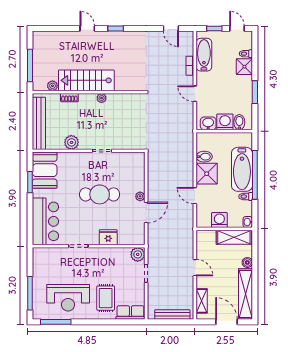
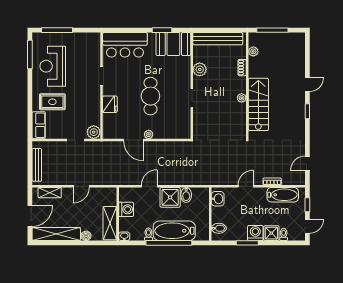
stairs: (86, 80) -> (258, 104), moved
washing machine: (225, 122) -> (255, 233), moved, turned -90

